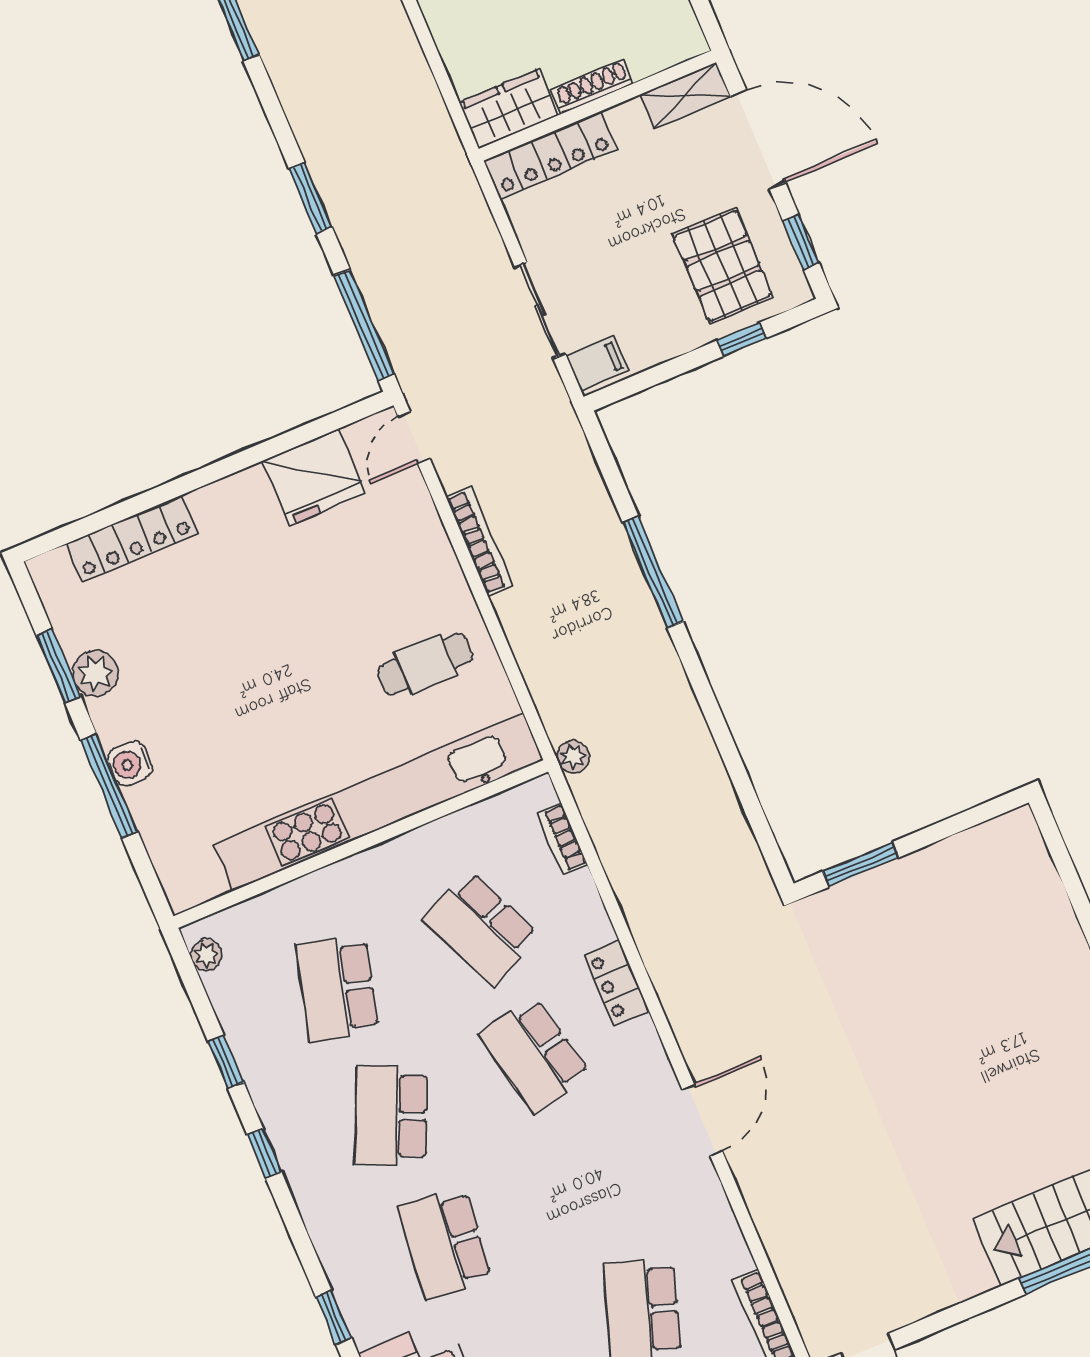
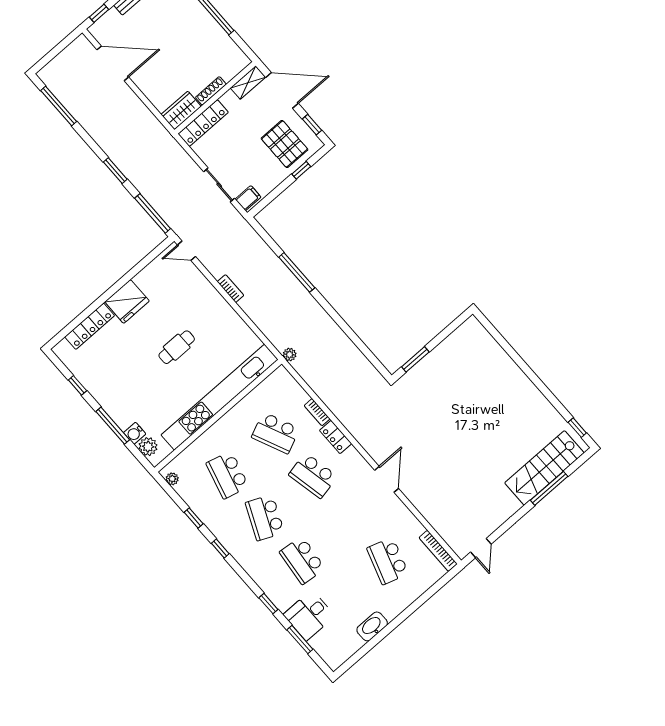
door: (414, 438) -> (186, 251), hinge flipped
fridge: (314, 477) -> (127, 301), moved
bookcase: (479, 541) -> (231, 289), width x0.64
cafe table: (425, 664) -> (177, 347), moved
window: (58, 666) -> (77, 385), width x0.67
plant: (95, 673) -> (148, 447), moved
water cooler: (130, 764) -> (135, 433), moved
bookcase: (562, 839) -> (317, 412), moved

